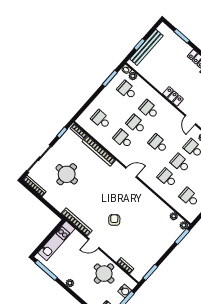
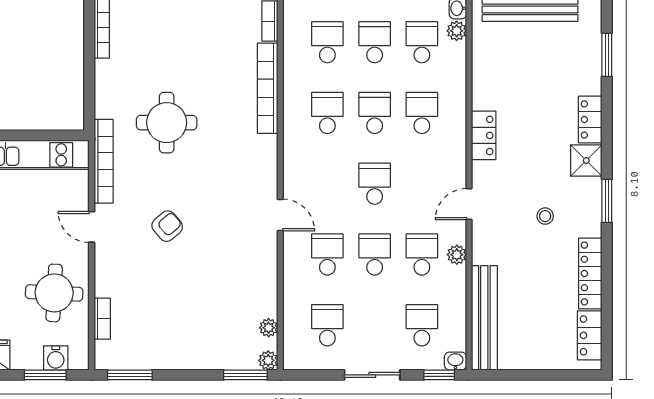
school desk: (114, 105) -> (375, 42), added
door: (131, 172) -> (280, 215), moved
round table: (67, 174) -> (167, 123), moved

